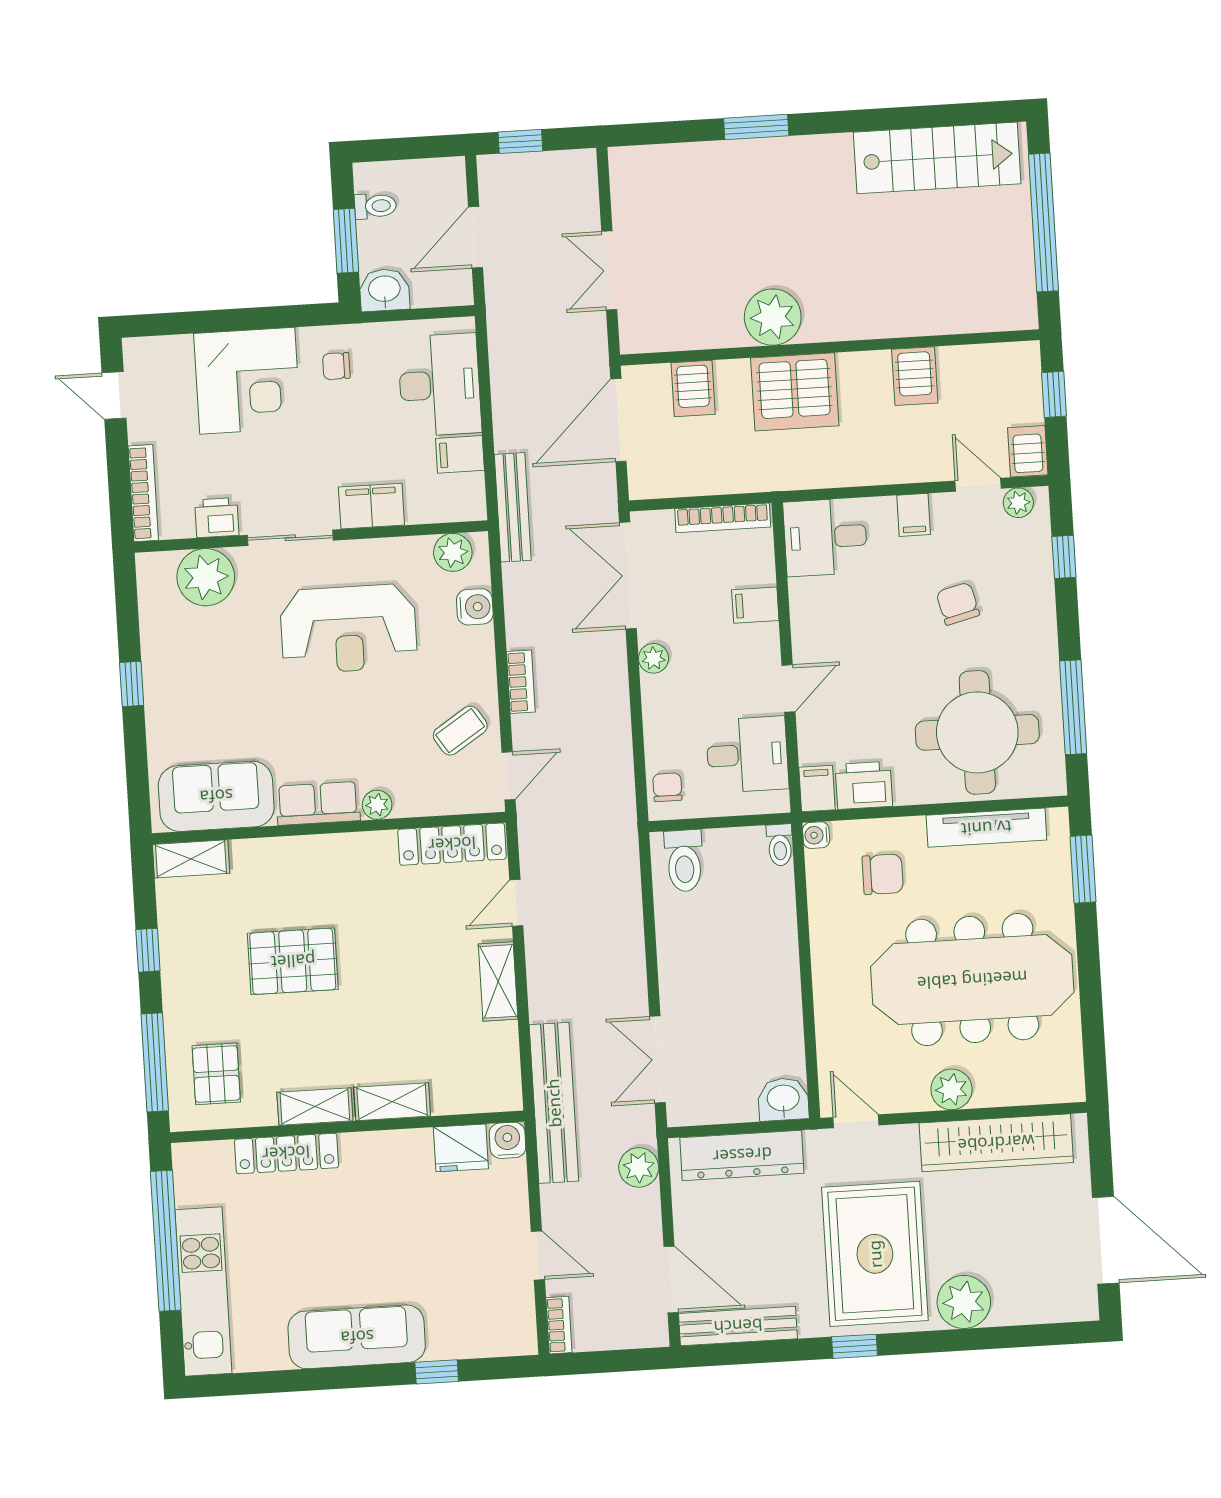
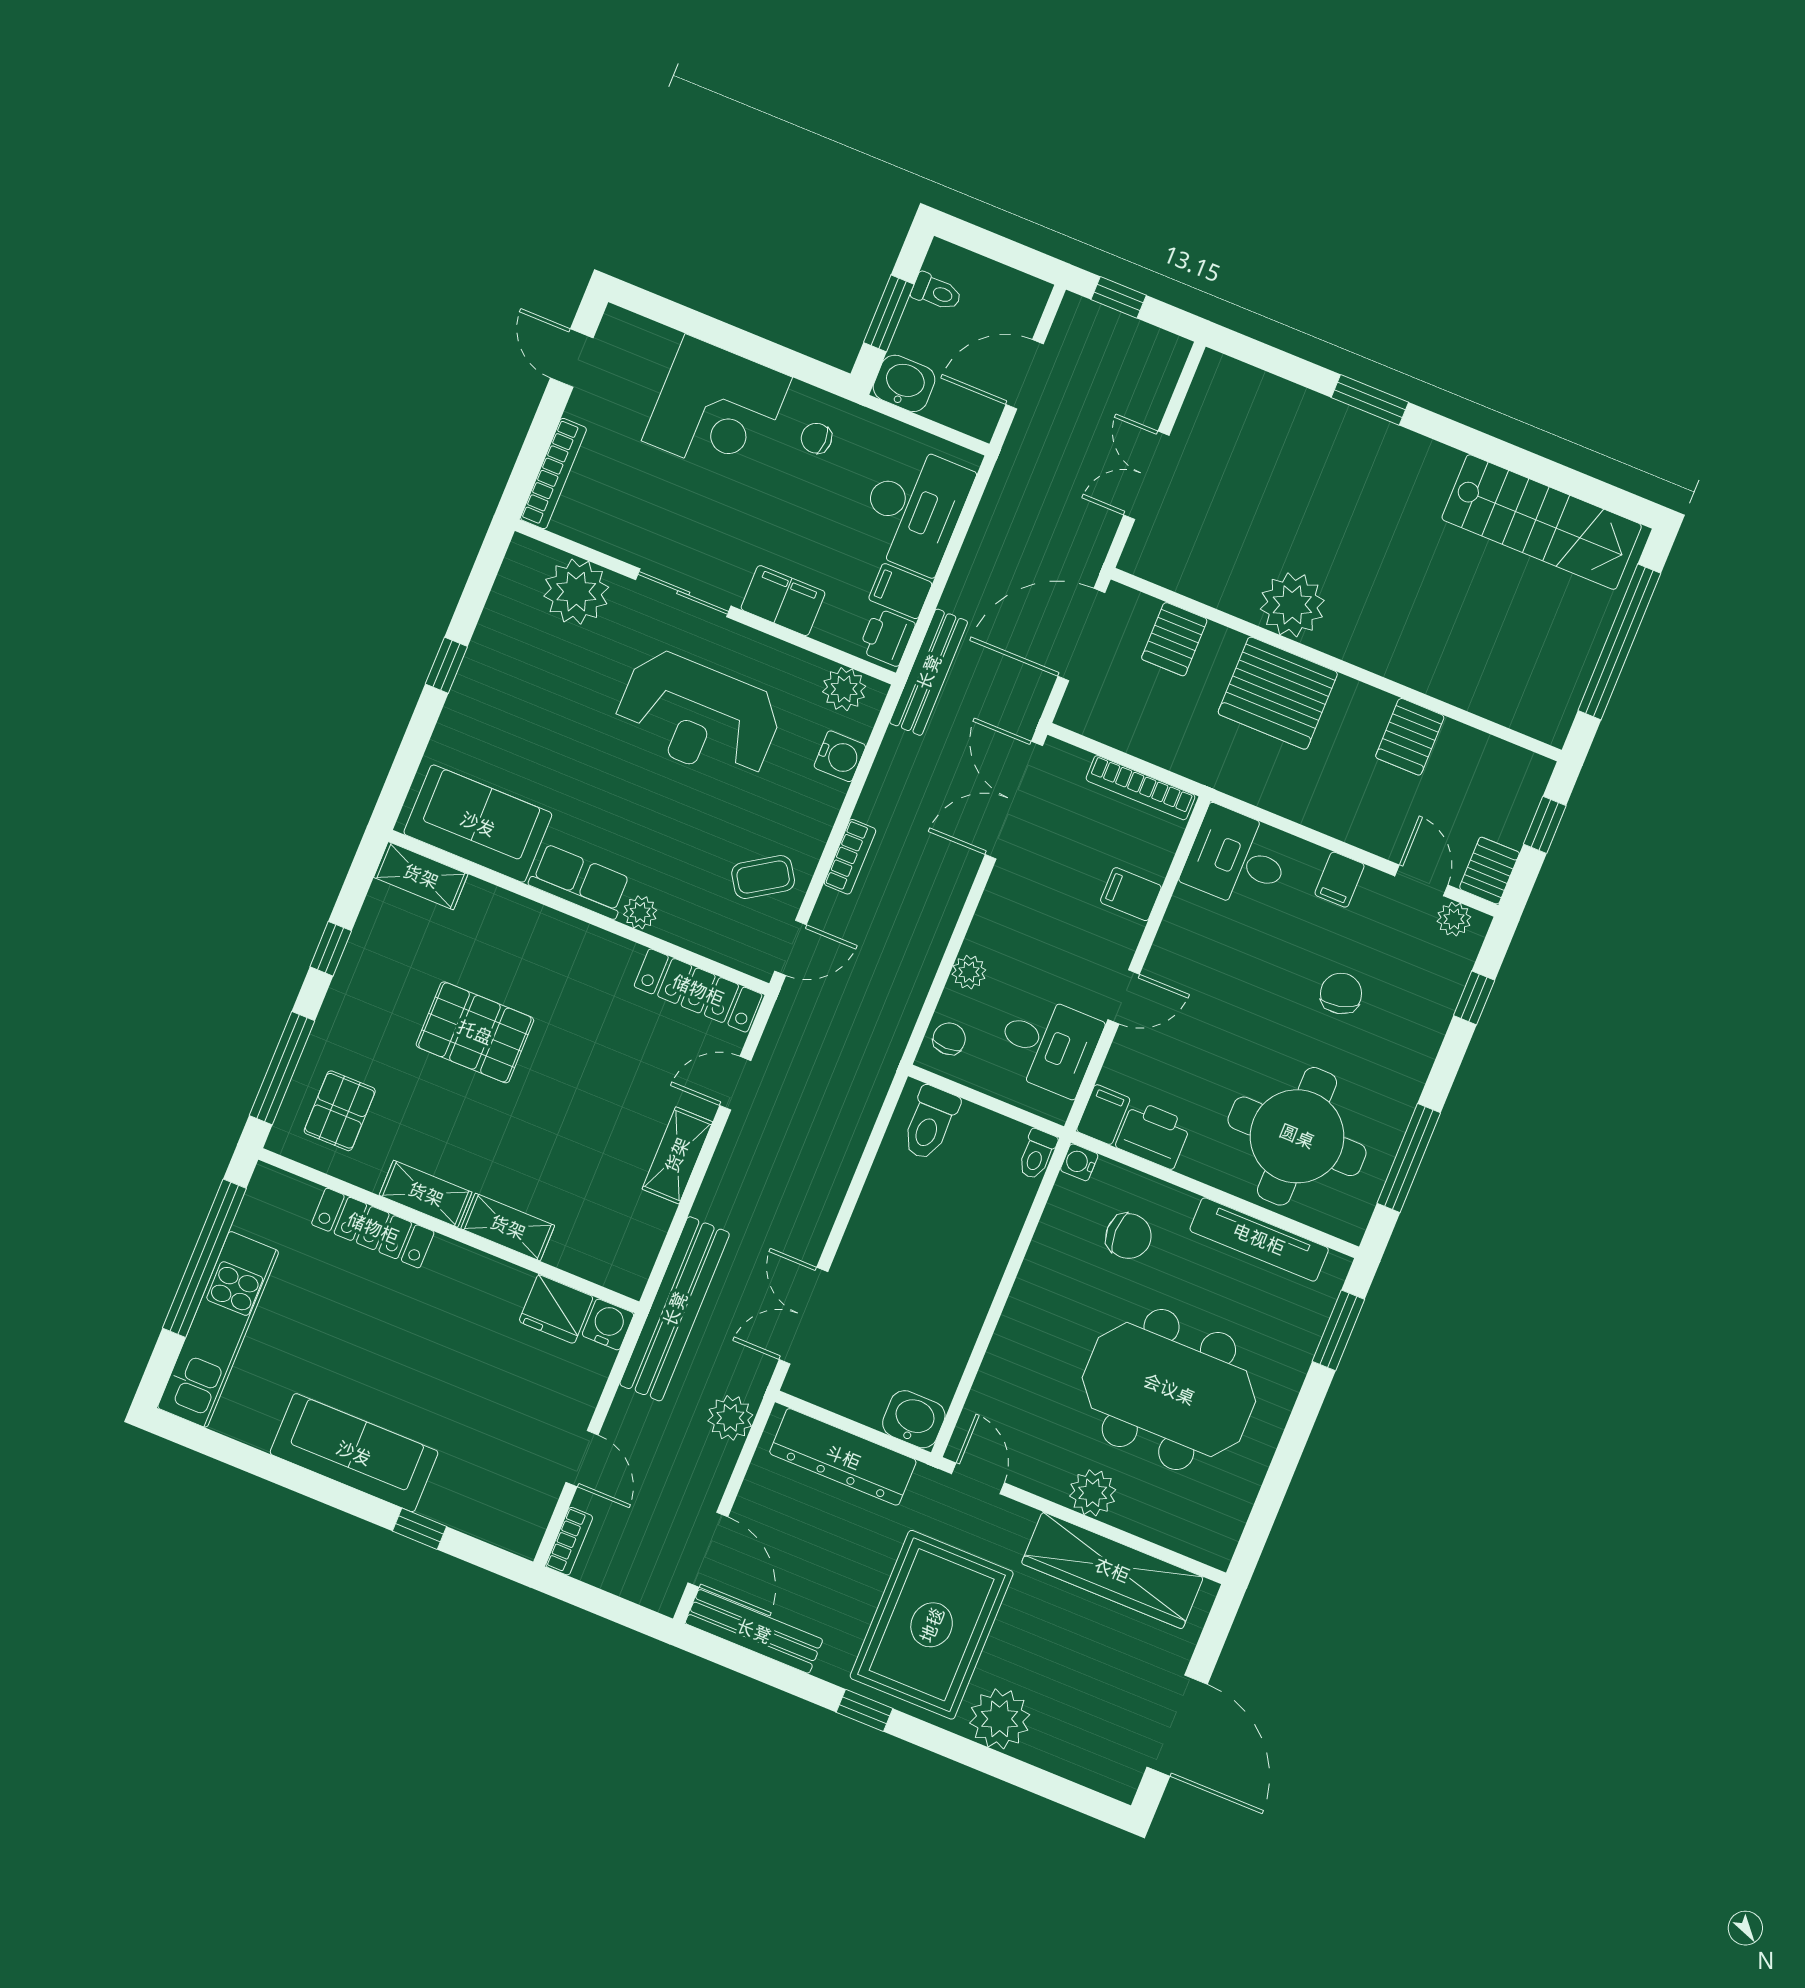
printer: (217, 518) -> (887, 637), moved, turned -90
plant: (653, 658) -> (969, 972), moved
meeting table: (972, 980) -> (1169, 1389), width x0.73

